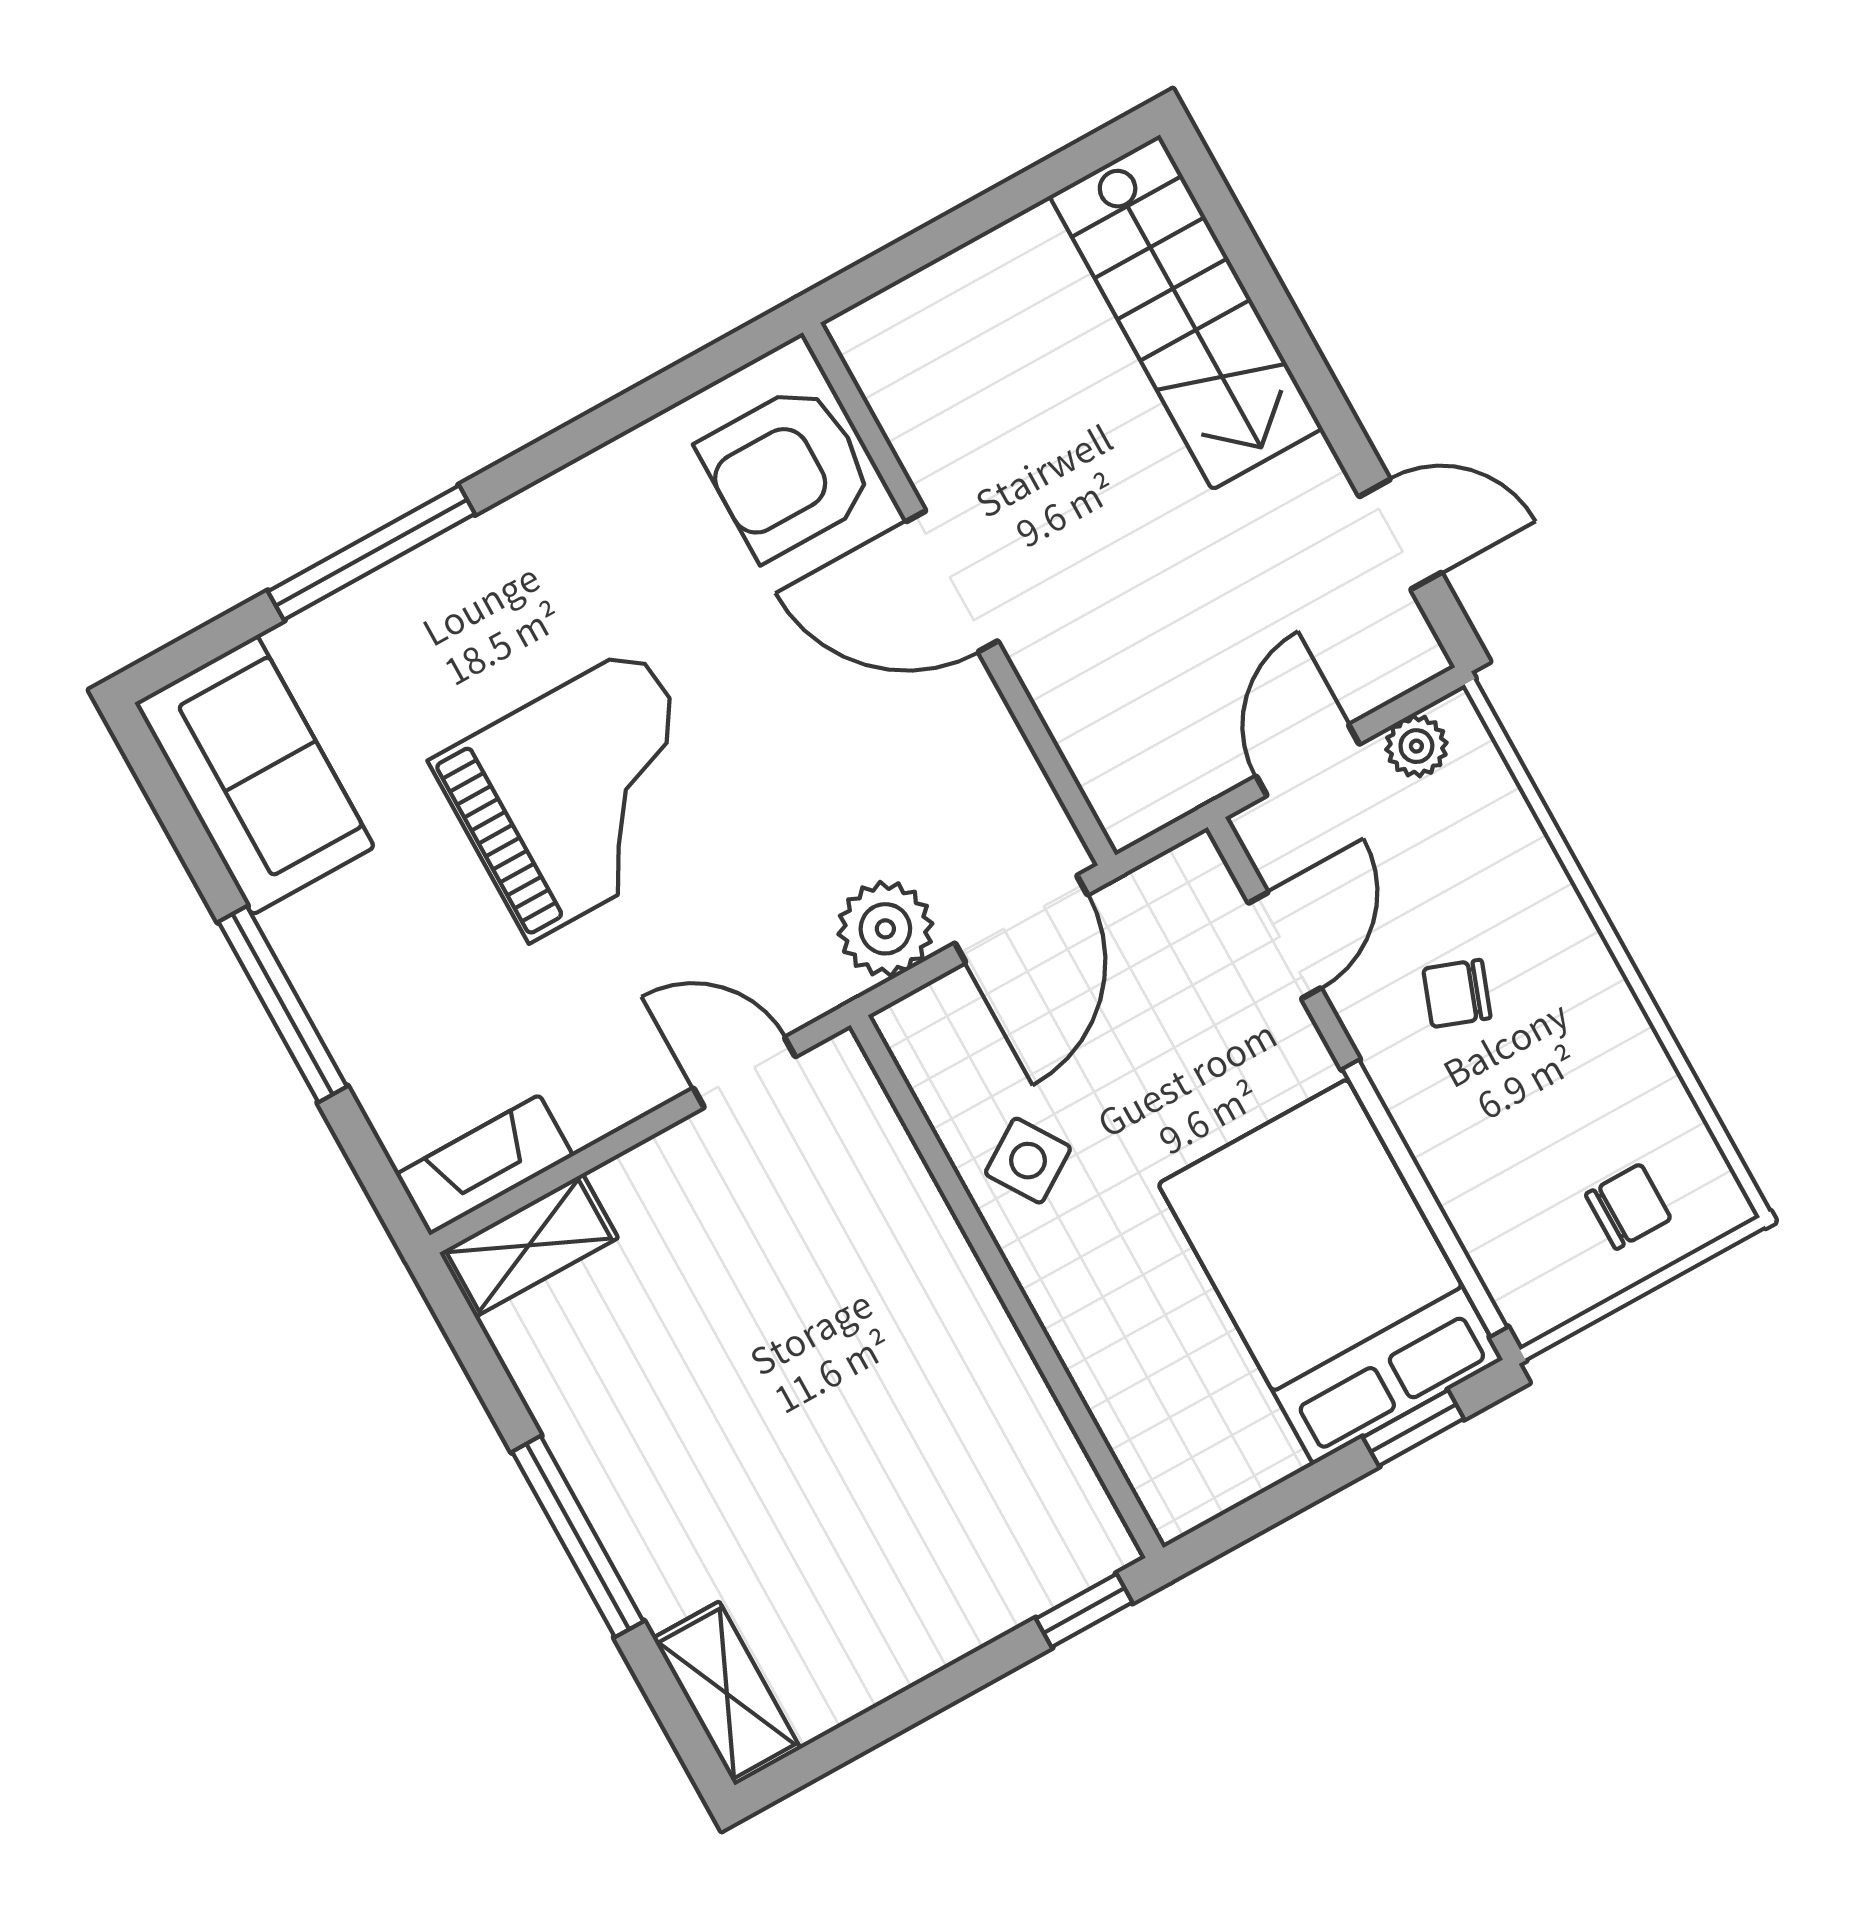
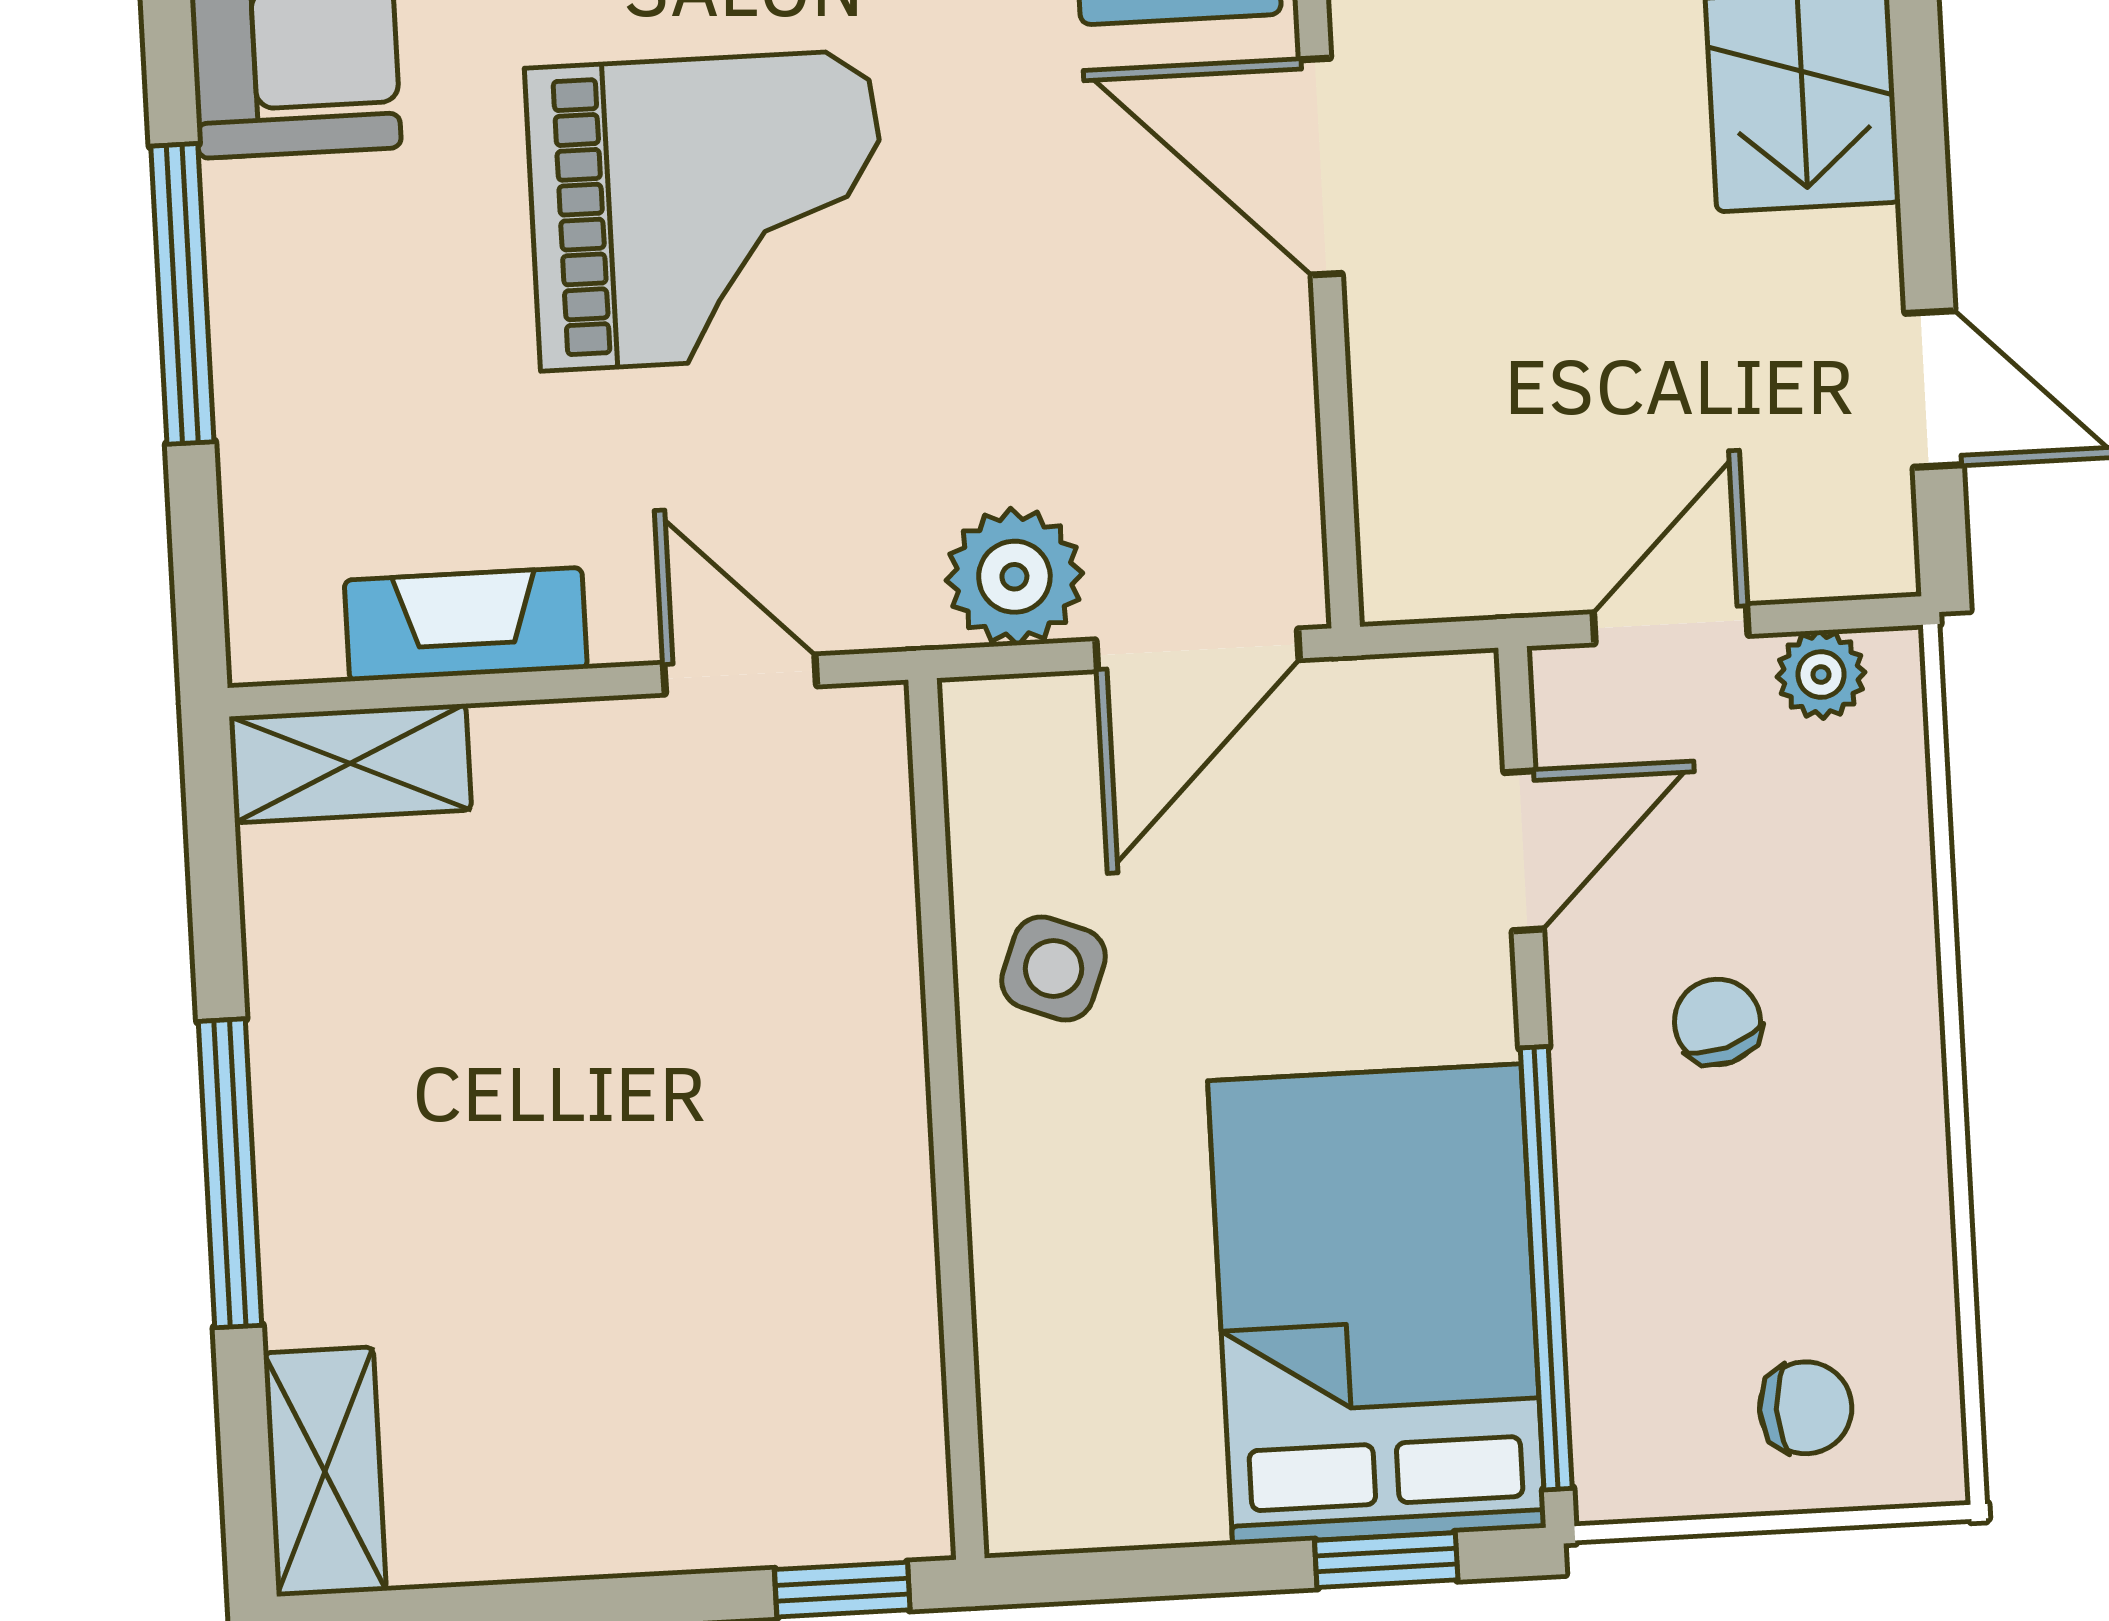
chair: (1457, 993) -> (1717, 1022), turned 53
side table: (1028, 1161) -> (1054, 968), turned -36
fireplace: (485, 1165) -> (466, 624), moved

